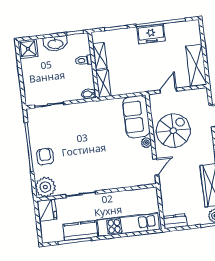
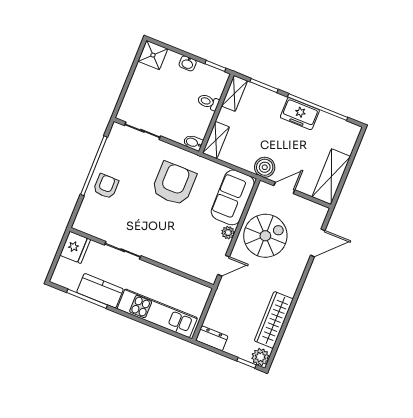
washbasin: (55, 44) -> (188, 63), width x0.52, depth x0.69
shelving: (100, 56) -> (234, 93), moved
boiler: (147, 84) -> (265, 167), added
armchair: (91, 129) -> (174, 184), added
plant: (45, 187) -> (88, 220), removed

